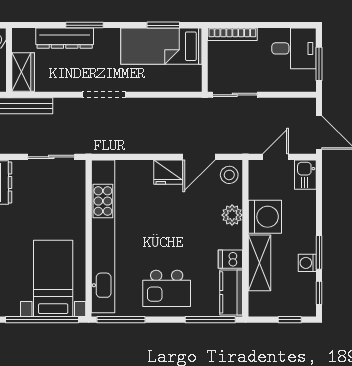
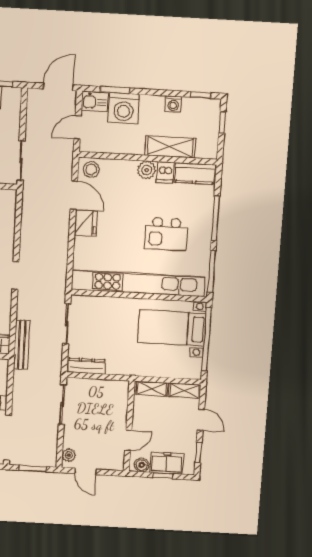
doorway: (104, 95) -> (15, 275), width x0.73
door: (275, 157) -> (78, 127), hinge flipped
plant: (232, 215) -> (147, 170), moved
washing machine: (265, 217) -> (124, 108), moved, turned 180
window: (319, 252) -> (115, 90), moved
kitchen island: (167, 288) -> (166, 234), moved, turned 90
window: (210, 320) -> (215, 218), moved

